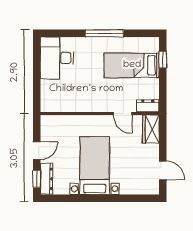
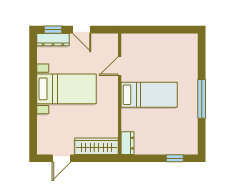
desk: (57, 58) -> (176, 50), removed
bed: (132, 65) -> (149, 95), moved, turned 90
door: (123, 114) -> (120, 66), moved
wardrobe: (151, 129) -> (97, 146), width x1.50

